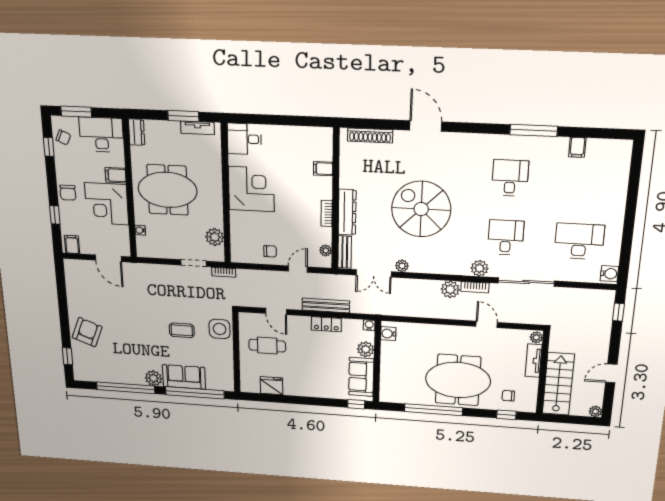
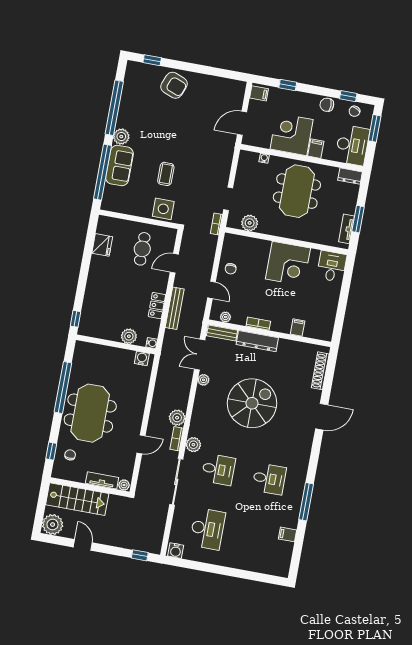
chair: (68, 193) -> (327, 105), moved
sofa: (361, 377) -> (102, 328), removed
plant: (595, 411) -> (53, 524), width x1.88, depth x1.88

